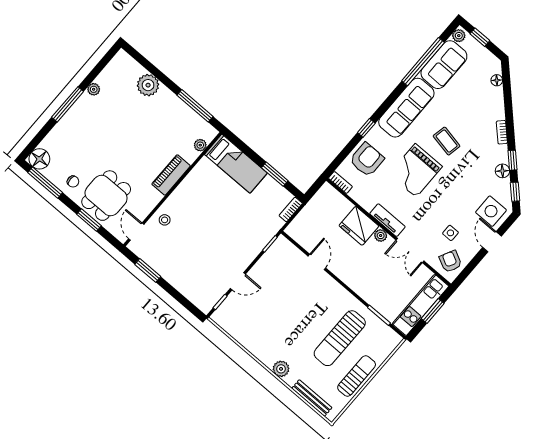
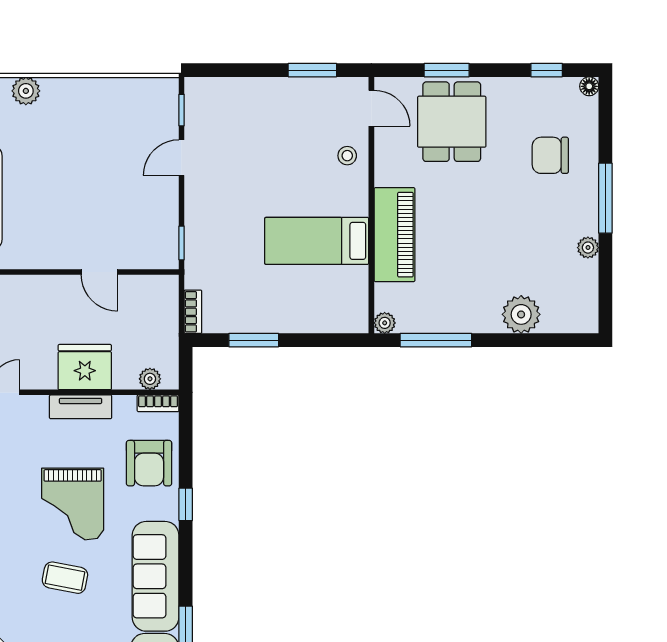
plant: (200, 145) -> (385, 323), moved
floor lamp: (39, 159) -> (589, 86), width x0.53, depth x0.53
bed: (236, 164) -> (317, 241), moved
grand piano: (416, 170) -> (73, 504), turned 180
piano: (171, 175) -> (394, 235), width x1.37, depth x1.33
chair: (73, 181) -> (550, 155), moved, width x1.87, depth x1.87
window: (45, 183) -> (547, 70), width x0.46
tv unit: (387, 220) -> (81, 407), moved
plant: (381, 236) -> (150, 379), moved

